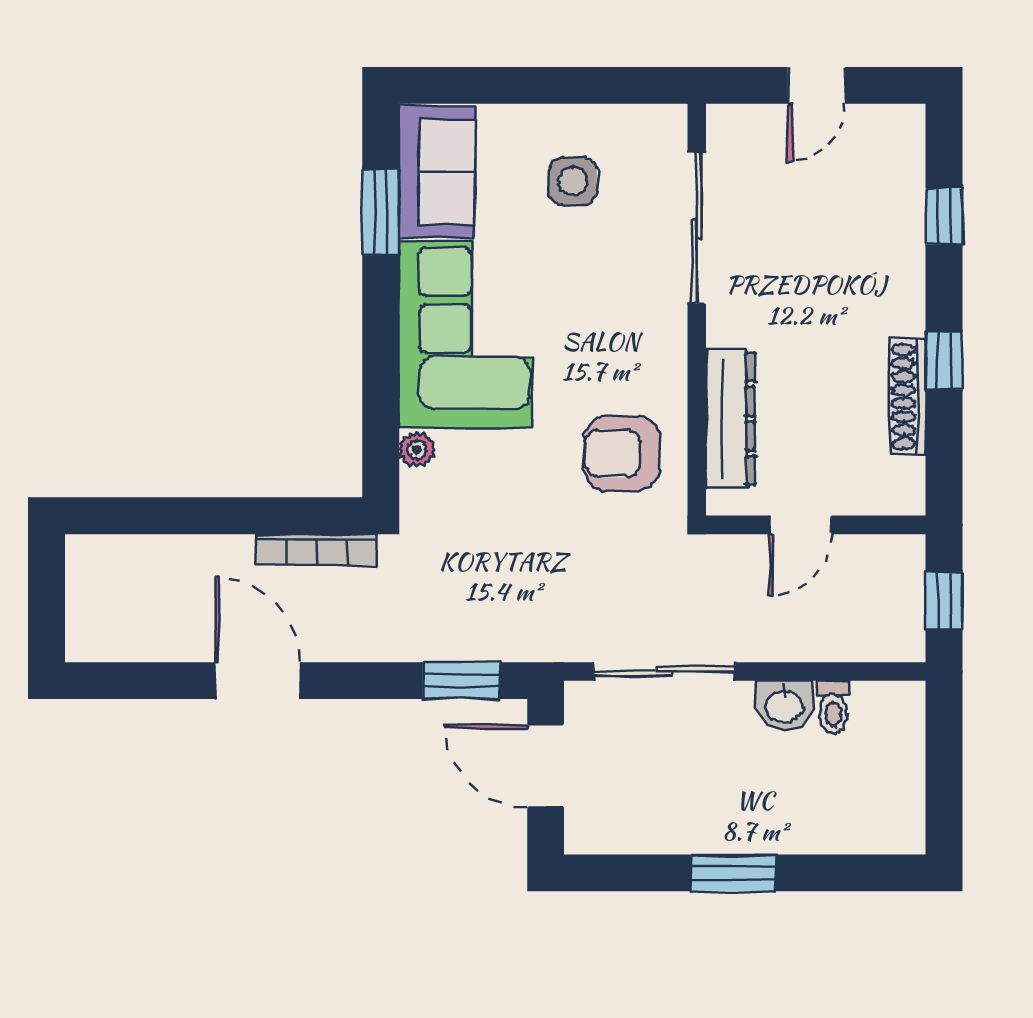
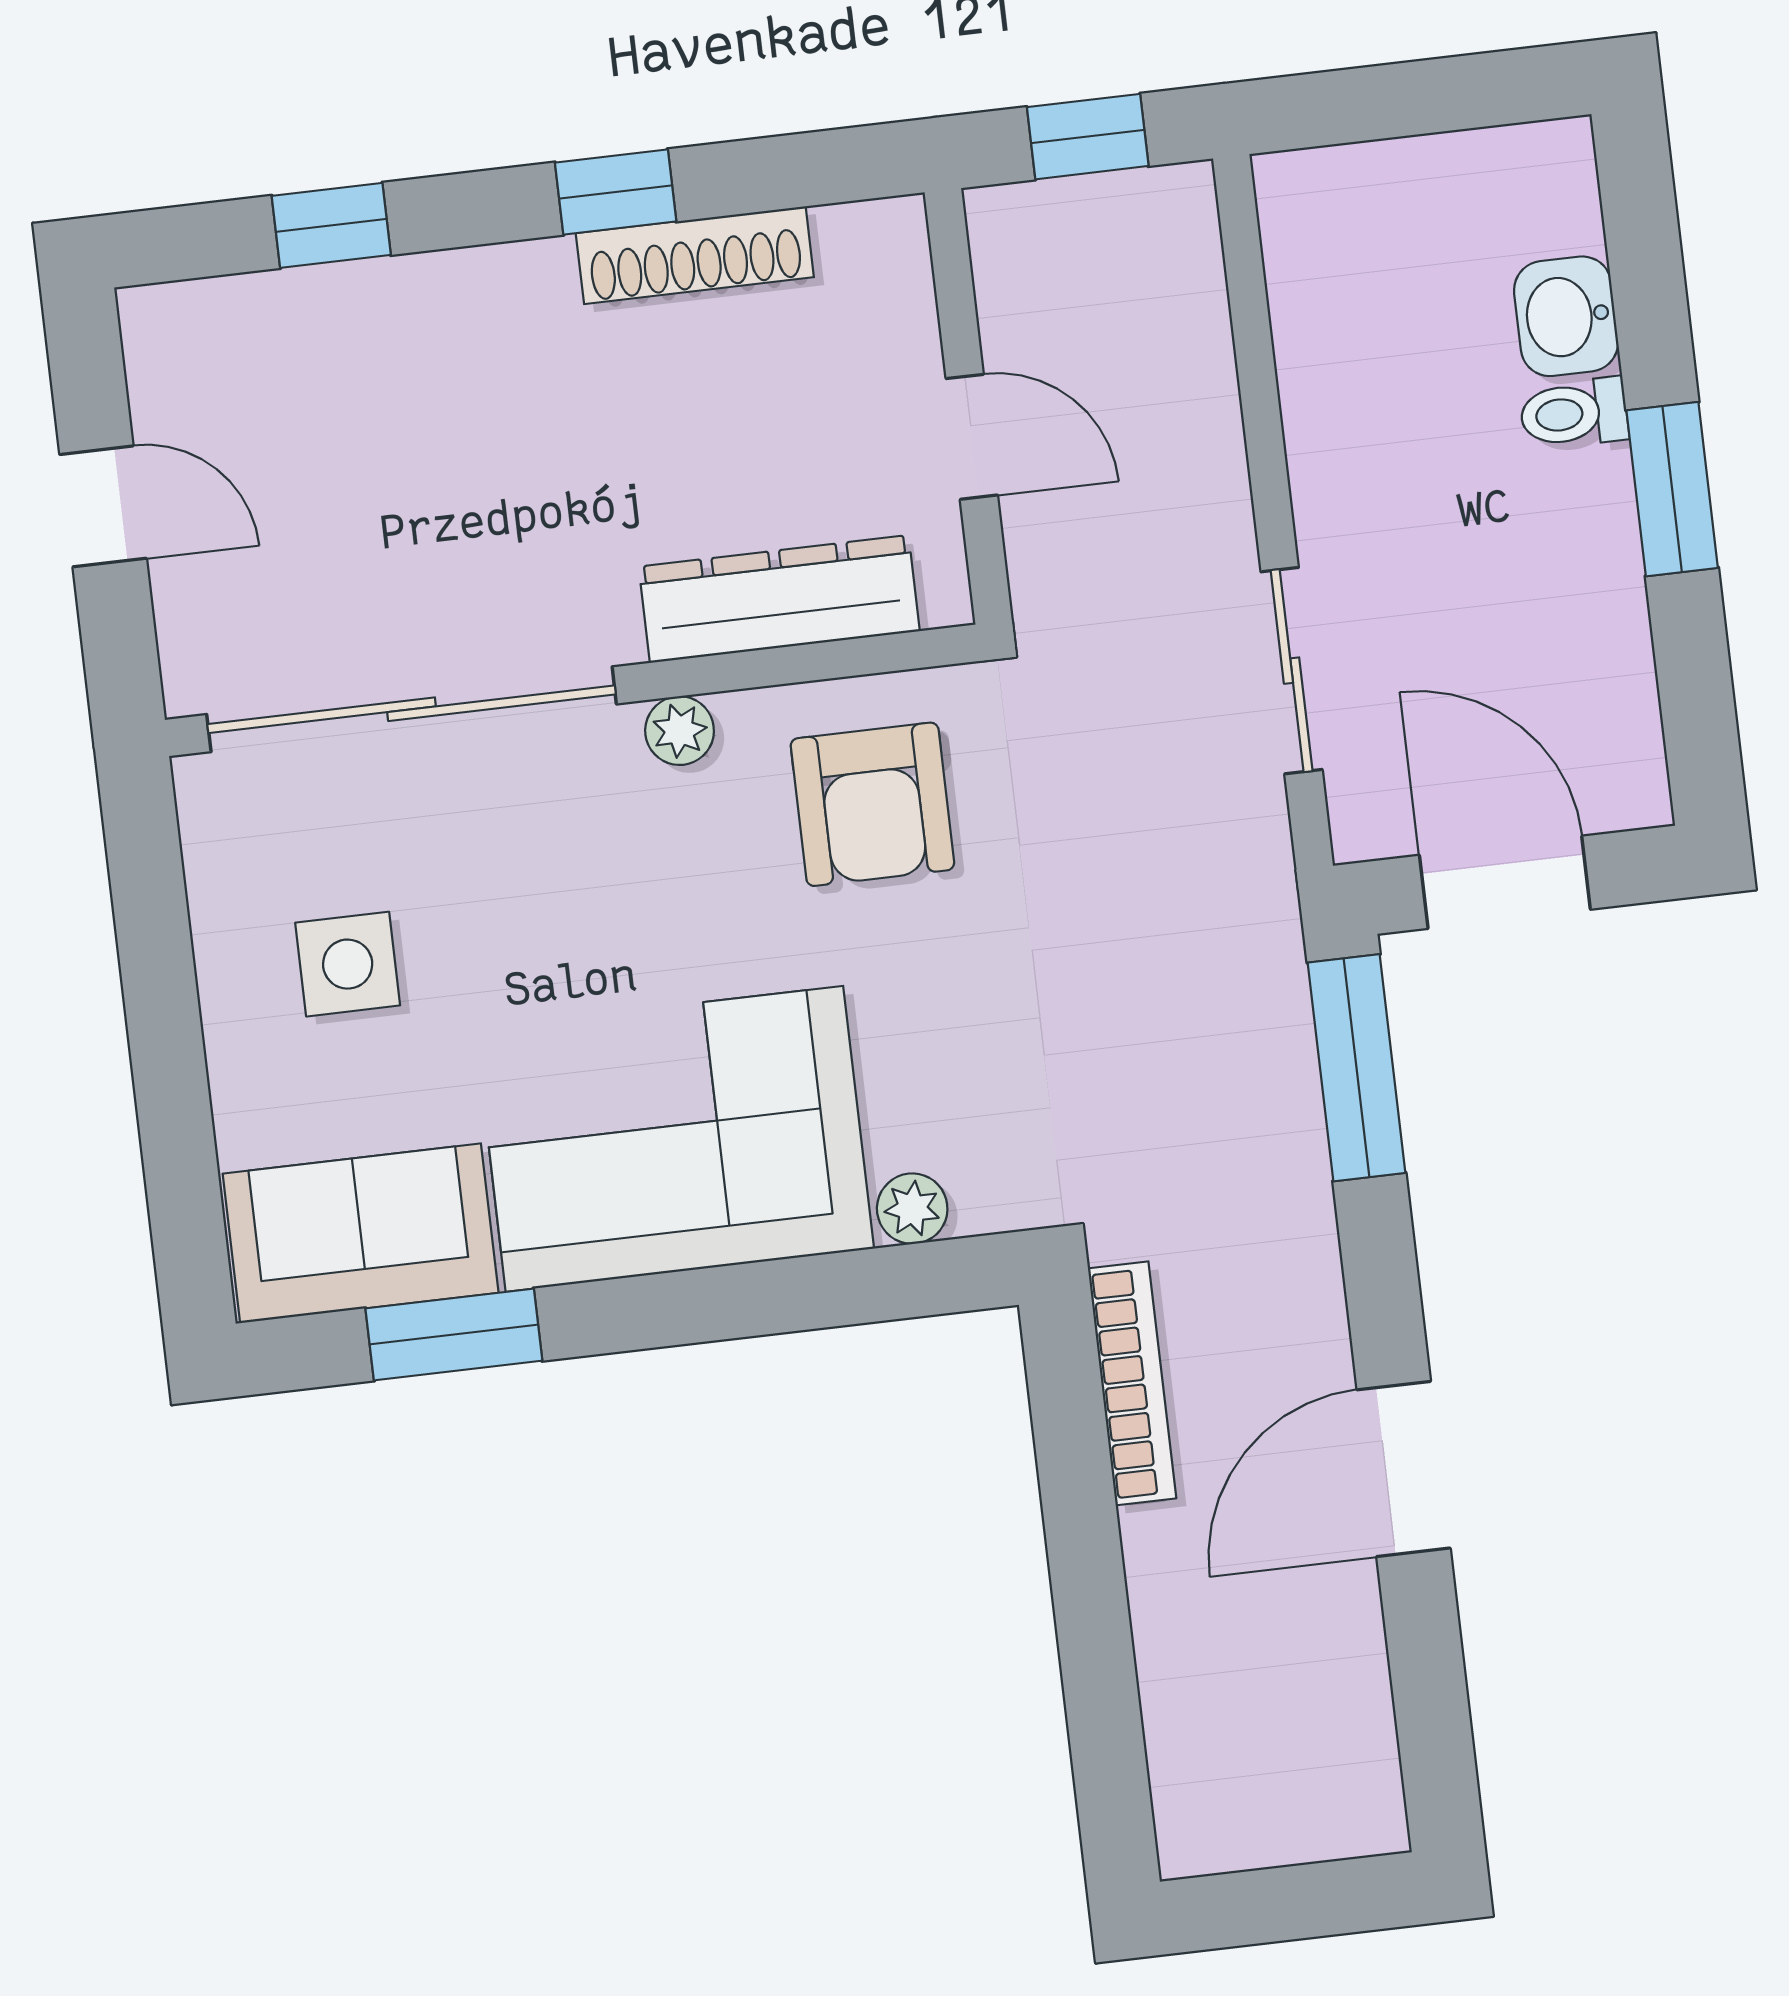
sliding door: (697, 228) -> (412, 709), width x1.36
plant: (670, 361) -> (680, 731), added
sliding door: (664, 671) -> (1292, 671), width x0.73
window: (461, 681) -> (1356, 1068), width x1.44
washbasin: (784, 705) -> (1566, 316), moved, turned 180
toilet: (833, 707) -> (1574, 413), moved, turned 180
door: (546, 766) -> (1505, 882), swing flipped

